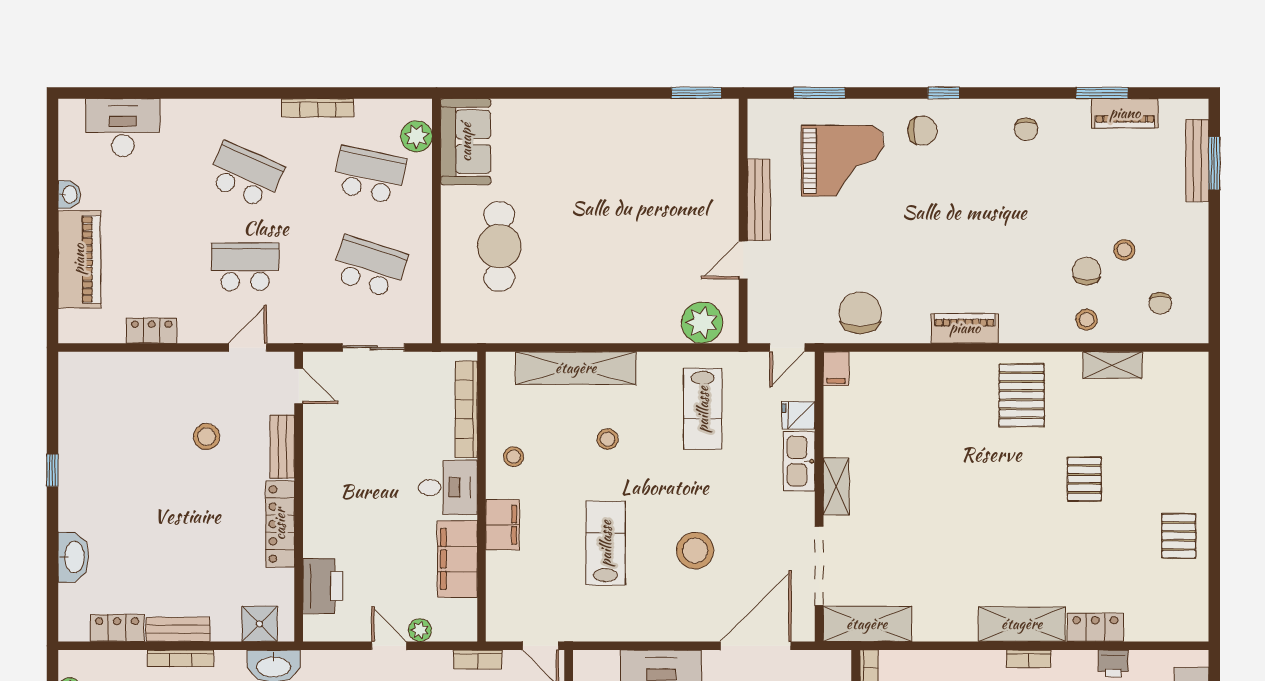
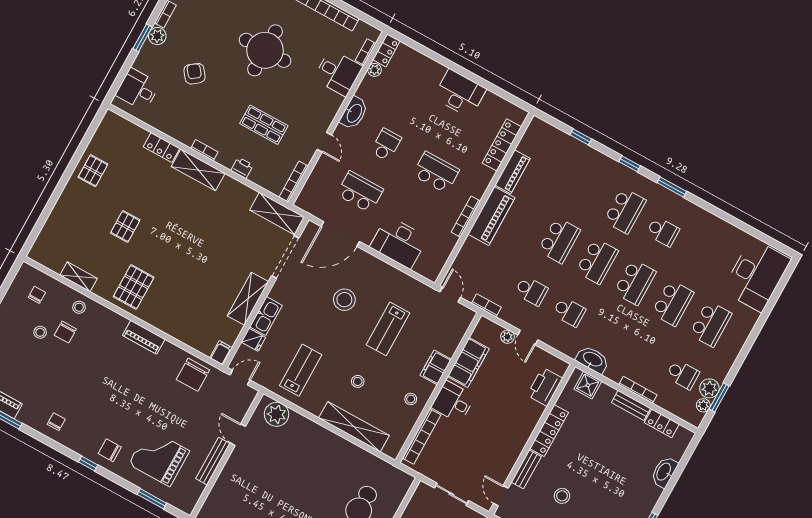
door: (743, 260) -> (238, 435), swing flipped
shelving: (836, 486) -> (248, 299), width x1.50, depth x1.33
printer: (1113, 663) -> (242, 168), moved

